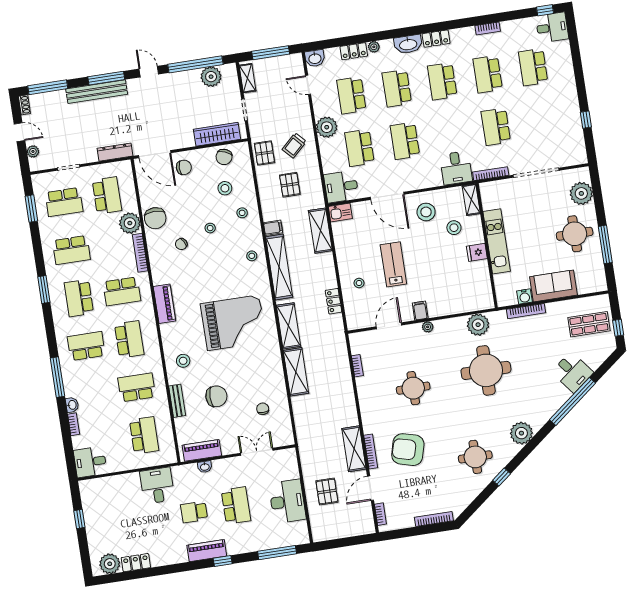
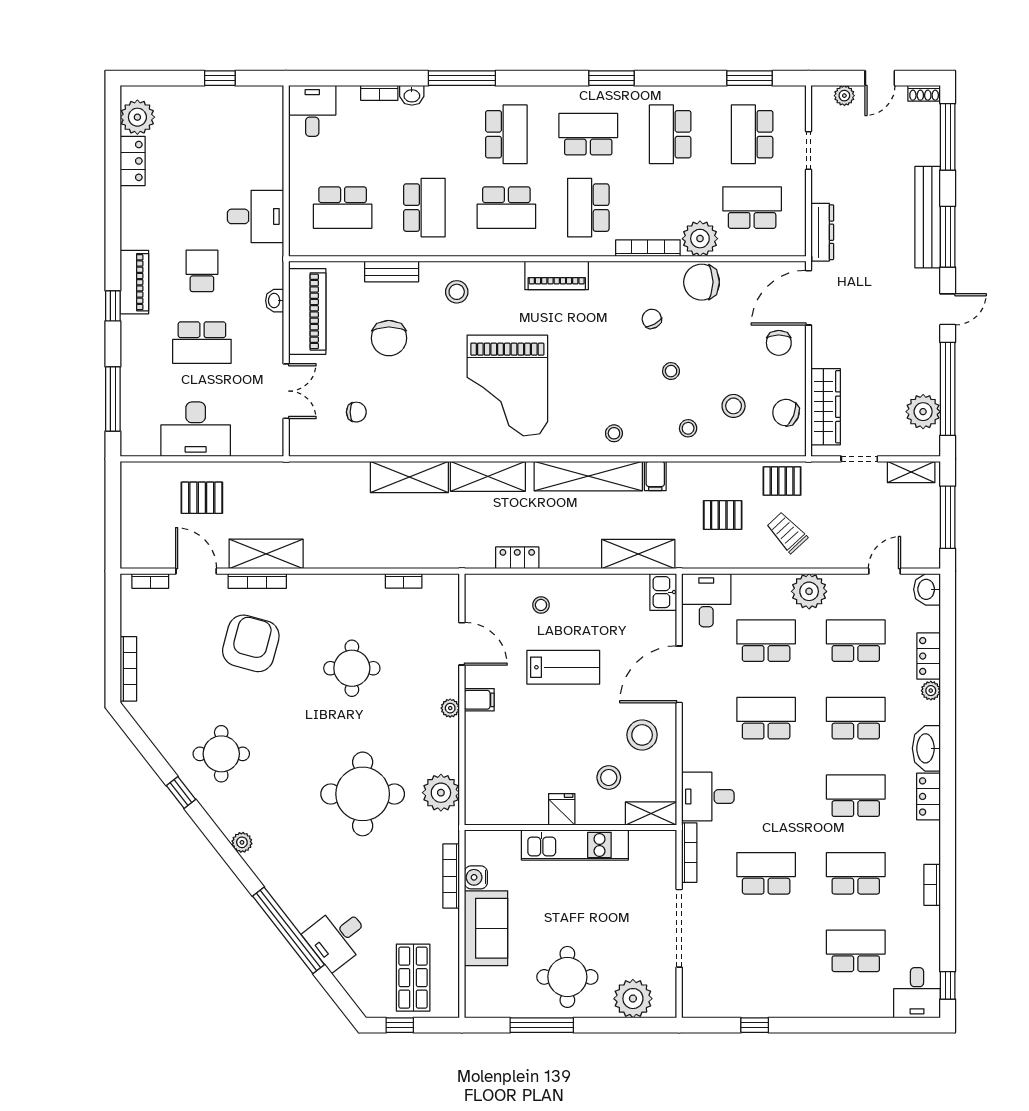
school desk: (107, 195) -> (752, 208), turned 180
plant: (521, 433) -> (242, 842), width x0.53, depth x0.53
piano: (202, 450) -> (307, 311), width x1.37, depth x1.33

